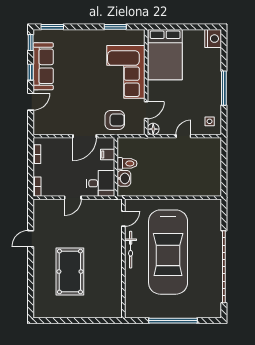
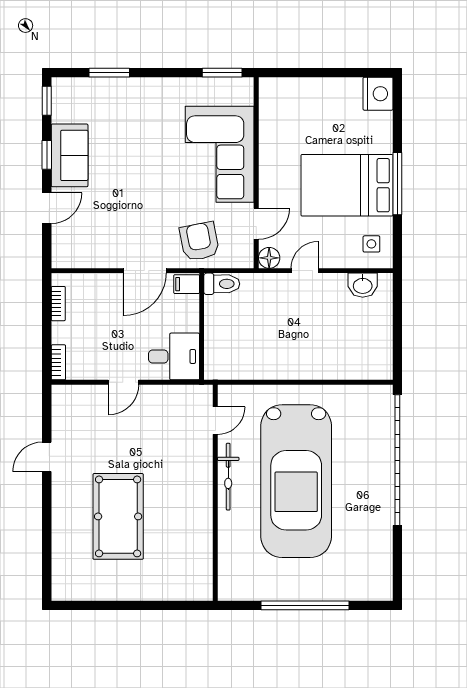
window: (52, 27) -> (109, 73), moved
window: (115, 27) -> (222, 73), moved
bed: (165, 55) -> (347, 185), moved, turned 90
sofa: (43, 66) -> (70, 155), width x0.73
armchair: (115, 120) -> (199, 241), turned -101
door: (183, 136) -> (305, 271), moved
filing cabinet: (108, 154) -> (187, 284), moved
toilet: (127, 163) -> (222, 284), moved
washbasin: (124, 178) -> (363, 285), moved, turned 90
garage door: (224, 267) -> (397, 460), moved

